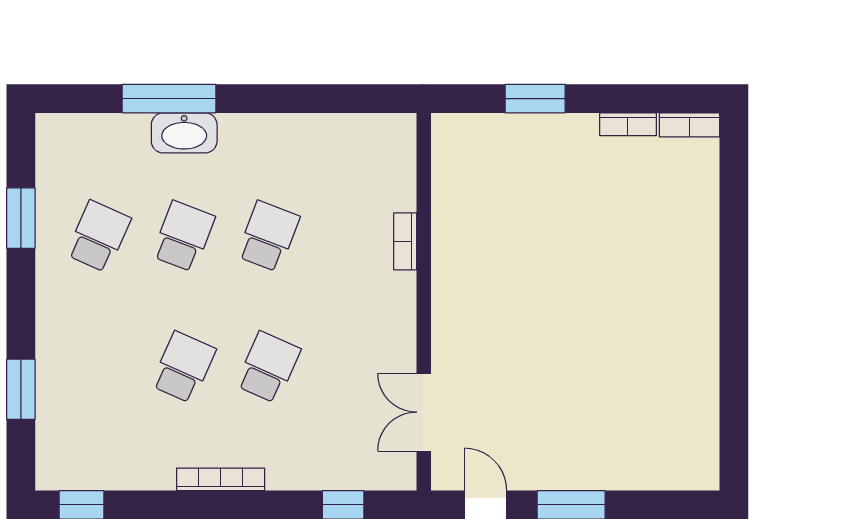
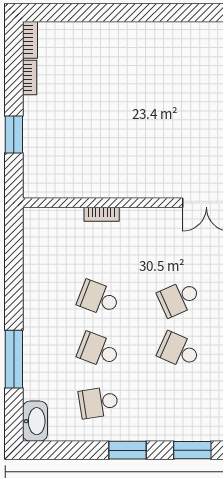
washbasin: (184, 133) -> (35, 421), moved
window: (21, 218) -> (128, 450), moved
school desk: (98, 236) -> (98, 402), turned -33
school desk: (268, 367) -> (179, 298), turned -48

